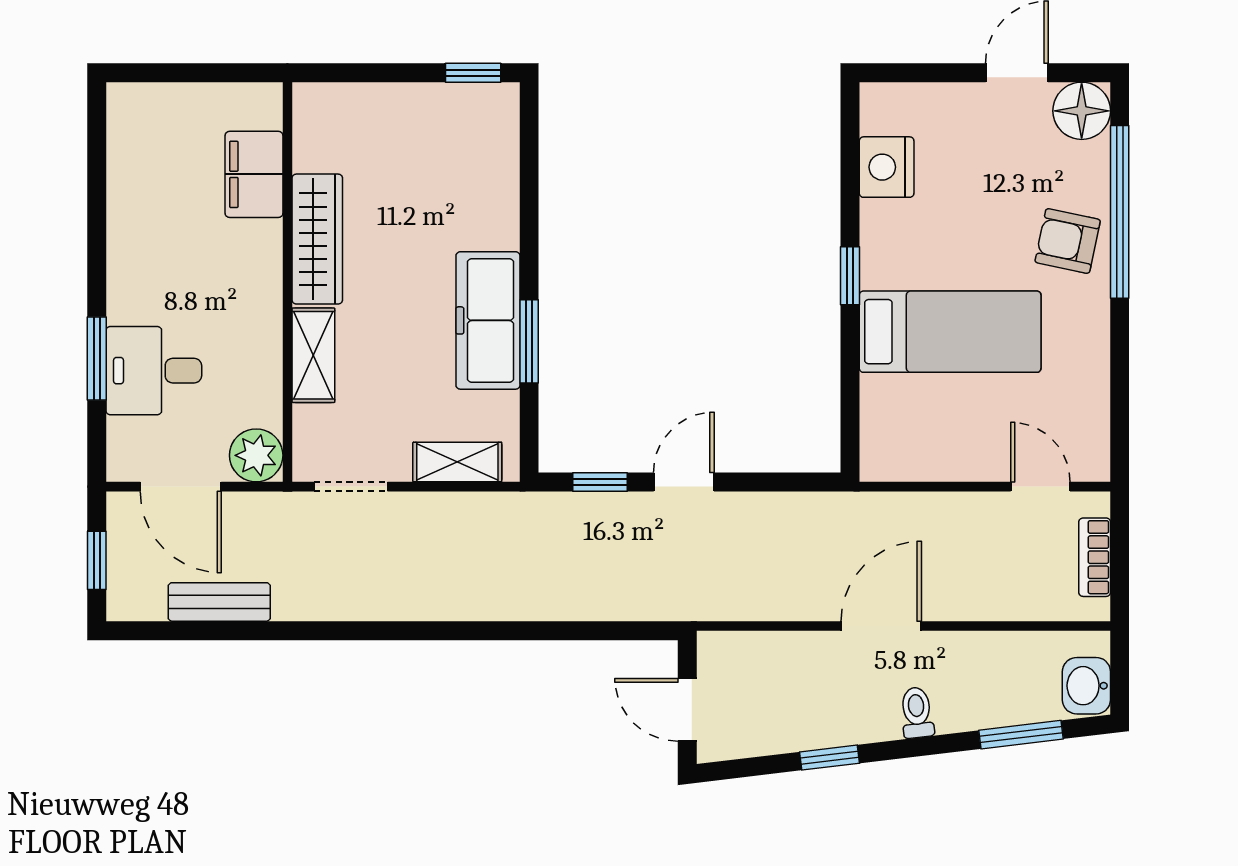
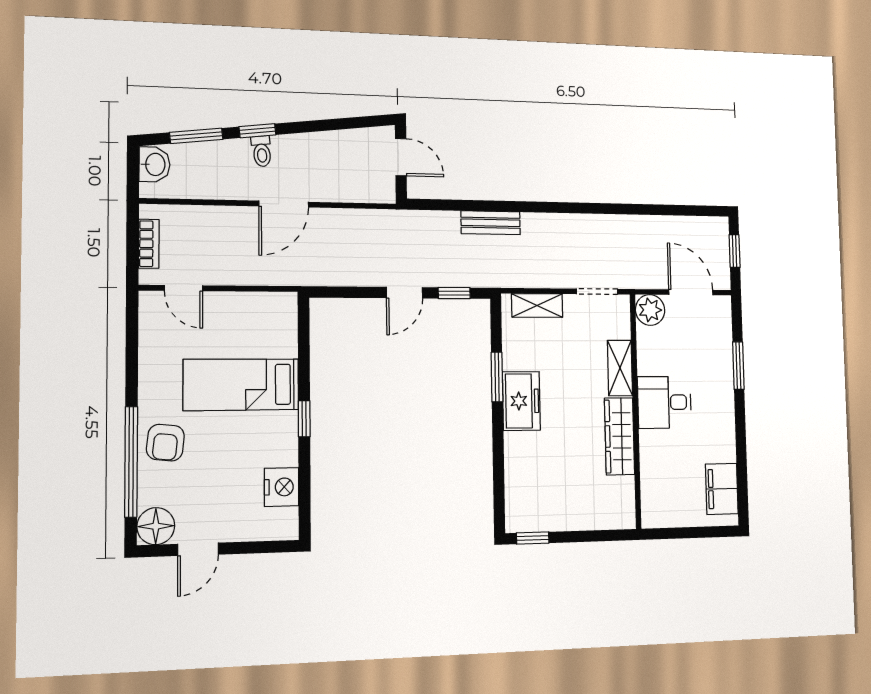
filing cabinet: (254, 174) -> (722, 489), moved, turned 180
armchair: (1068, 241) -> (165, 443), turned 84
freezer: (488, 320) -> (521, 401), width x0.71
desk: (154, 371) -> (664, 402), moved, turned 180
bench: (219, 602) -> (491, 223), moved
window: (829, 758) -> (257, 131), moved

